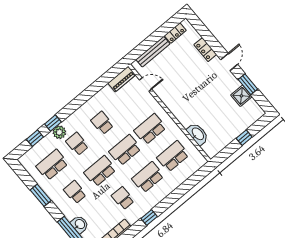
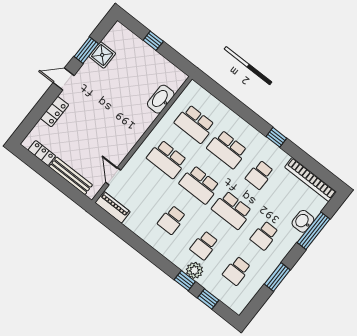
school desk: (52, 165) -> (237, 271), width x0.54

